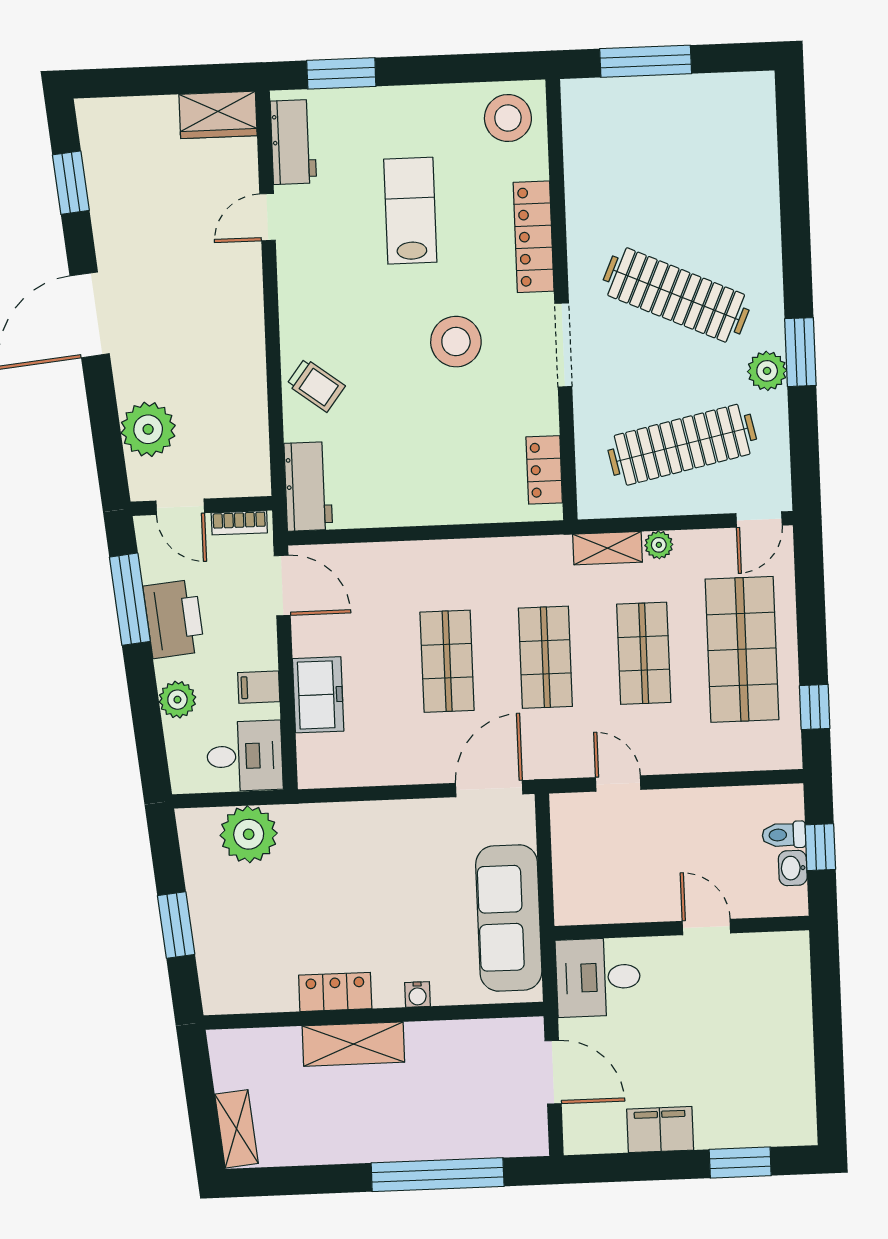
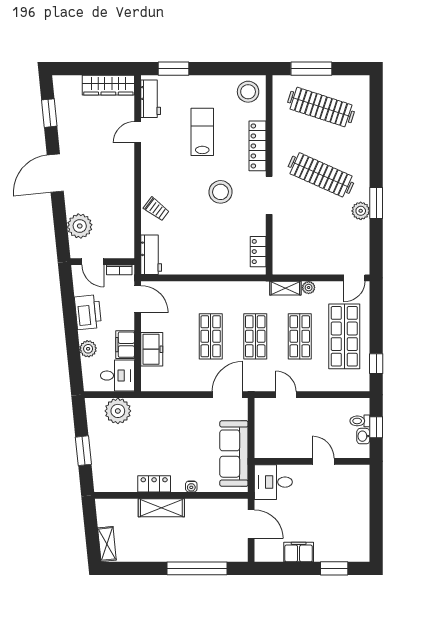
wardrobe: (218, 115) -> (108, 85), width x1.50
clothes rail: (682, 445) -> (321, 107), moved, turned 30
window: (130, 599) -> (68, 302), removed
filing cabinet: (259, 687) -> (125, 345), width x2.00

